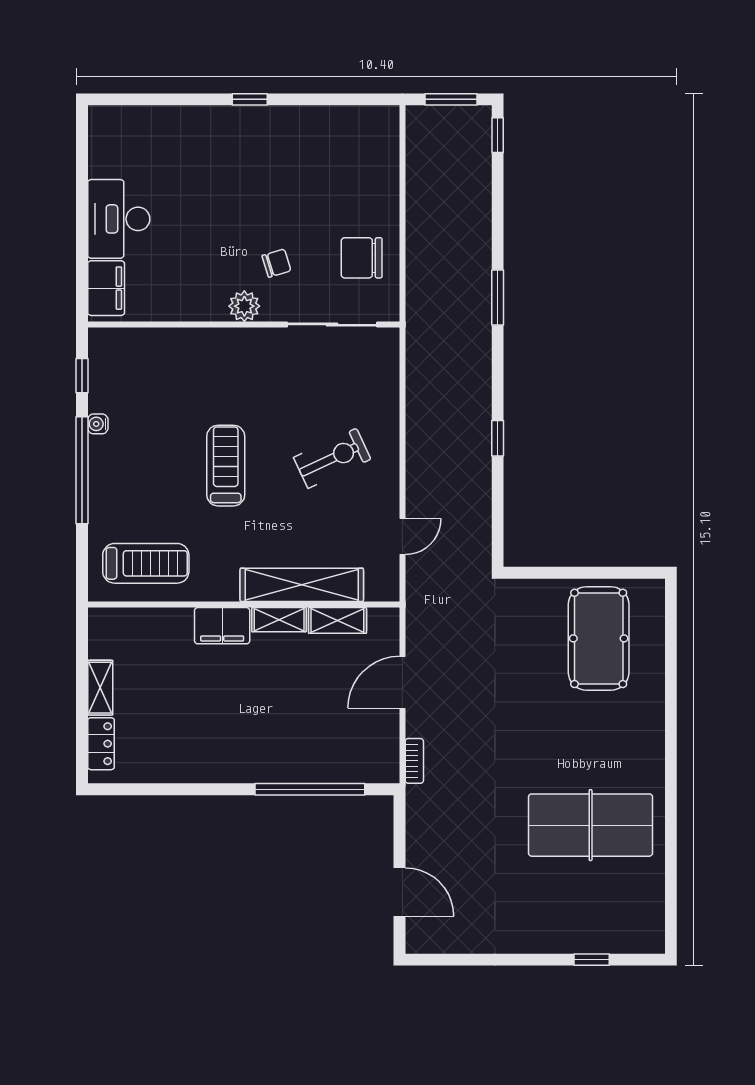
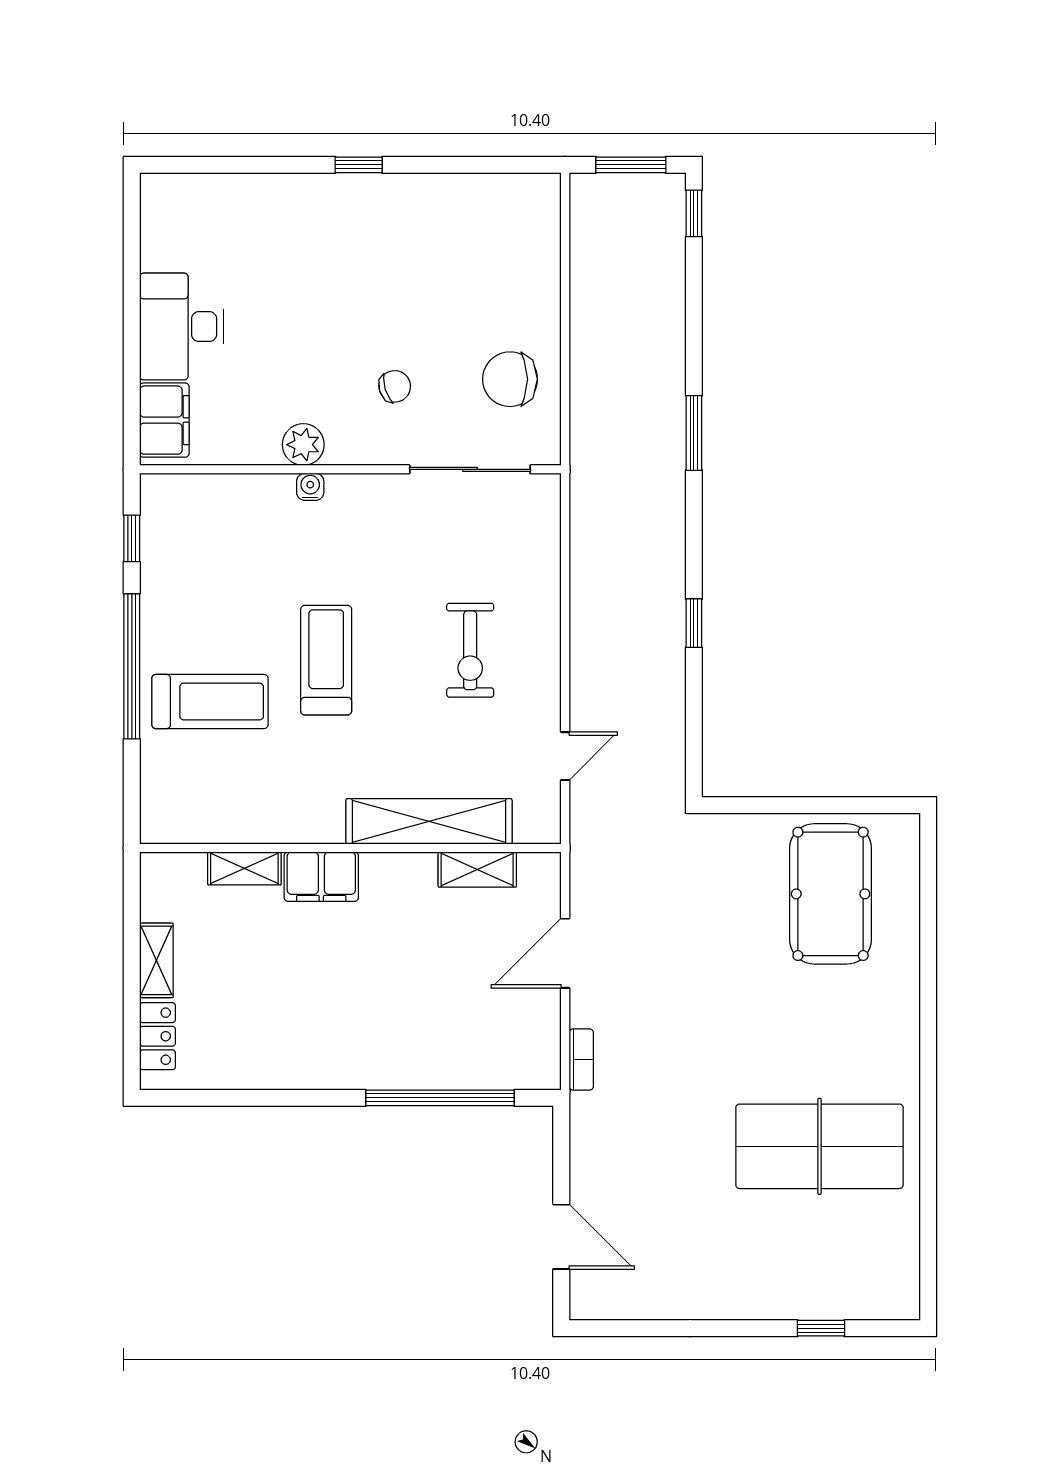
plant: (244, 306) -> (303, 445), moved
water cooler: (98, 424) -> (310, 487), moved, turned 90
exercise bike: (332, 458) -> (470, 650), turned 115
treadmill: (146, 563) -> (210, 702), moved
shelving: (279, 620) -> (244, 868), moved

